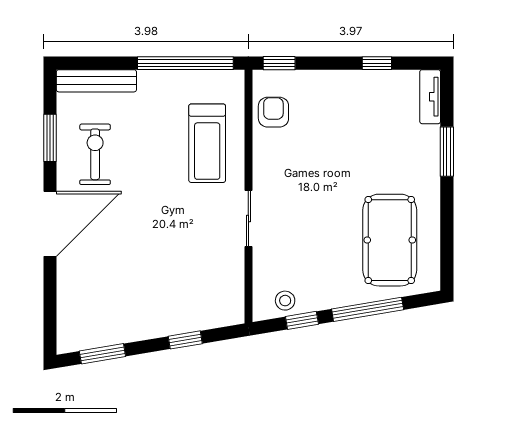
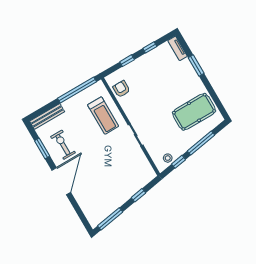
window: (279, 63) -> (127, 61), moved
pool table: (390, 240) -> (194, 112), turned 90
window: (102, 354) -> (110, 219), width x1.44

